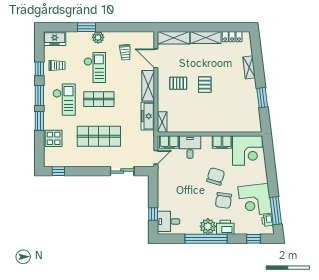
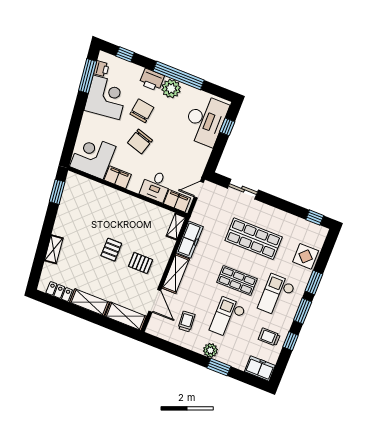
window: (262, 98) -> (57, 192), moved
desk: (169, 221) -> (205, 120), width x1.87, depth x1.30

